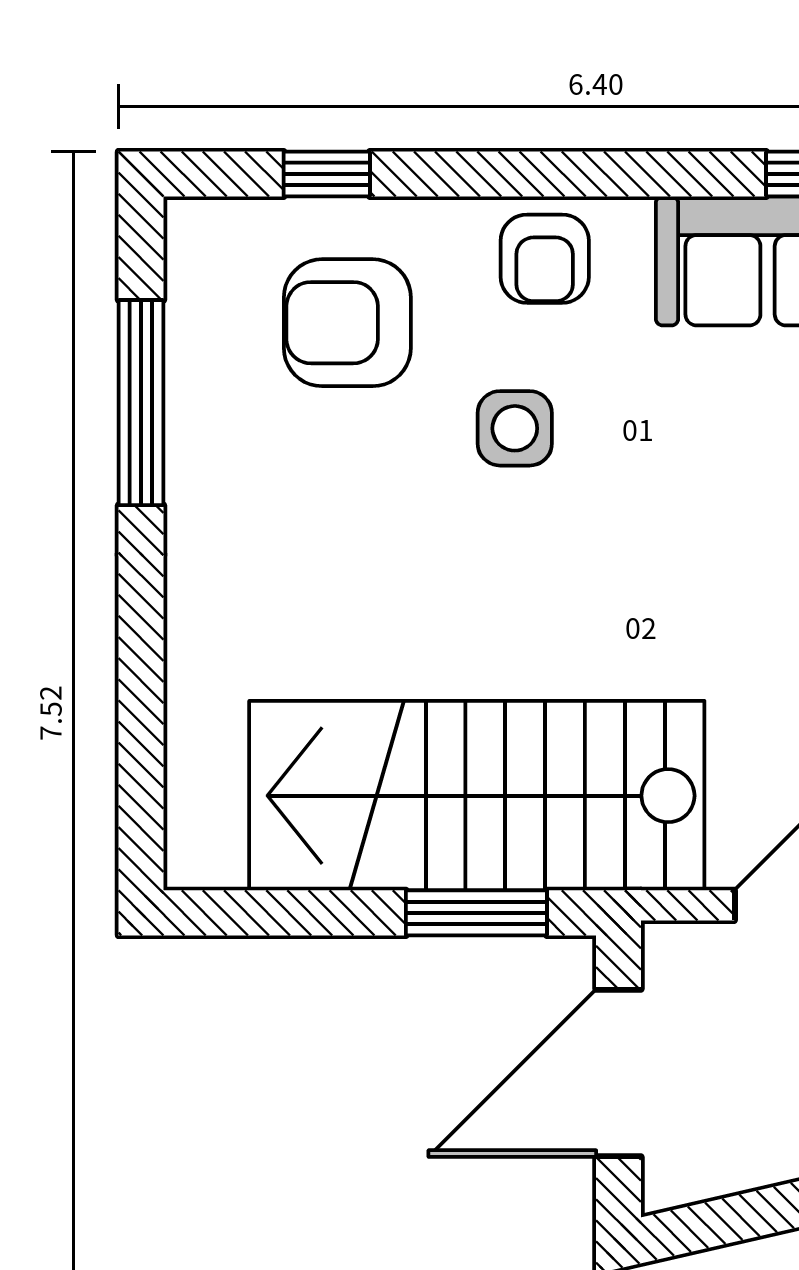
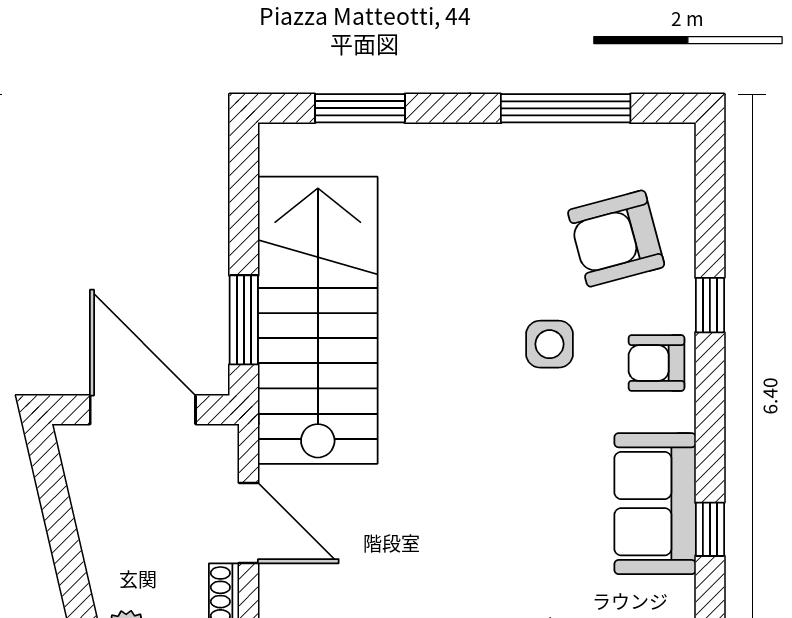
window: (327, 174) -> (710, 305), moved
armchair: (347, 323) -> (616, 239), turned -105
window: (141, 729) -> (360, 108), added

